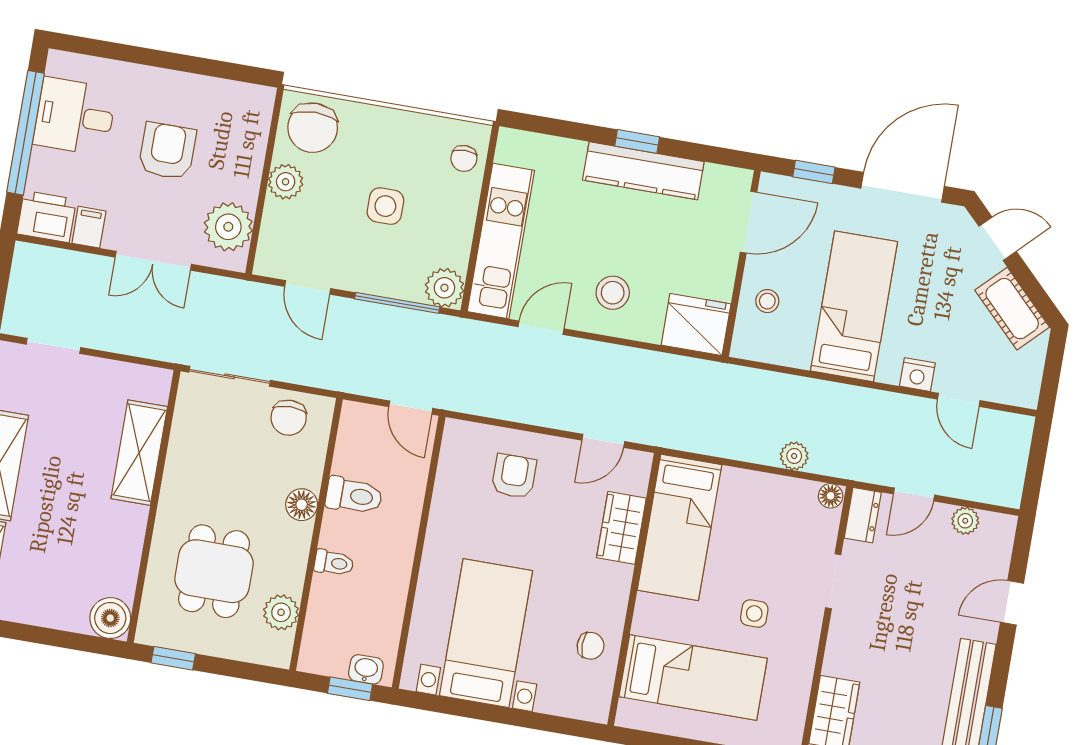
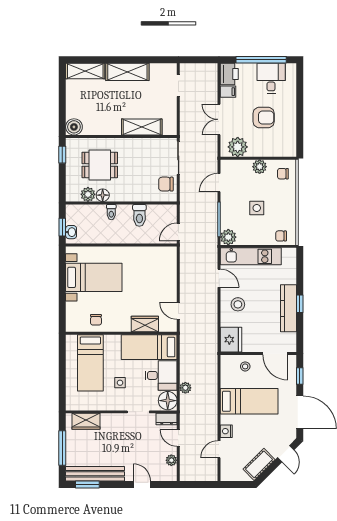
chair: (313, 128) -> (283, 174), width x0.54, depth x0.54
armchair: (514, 476) -> (158, 278), removed
floor lamp: (831, 496) -> (168, 401), width x1.89, depth x1.89
floor lamp: (302, 505) -> (103, 195), moved
desk: (754, 510) -> (161, 375), added

